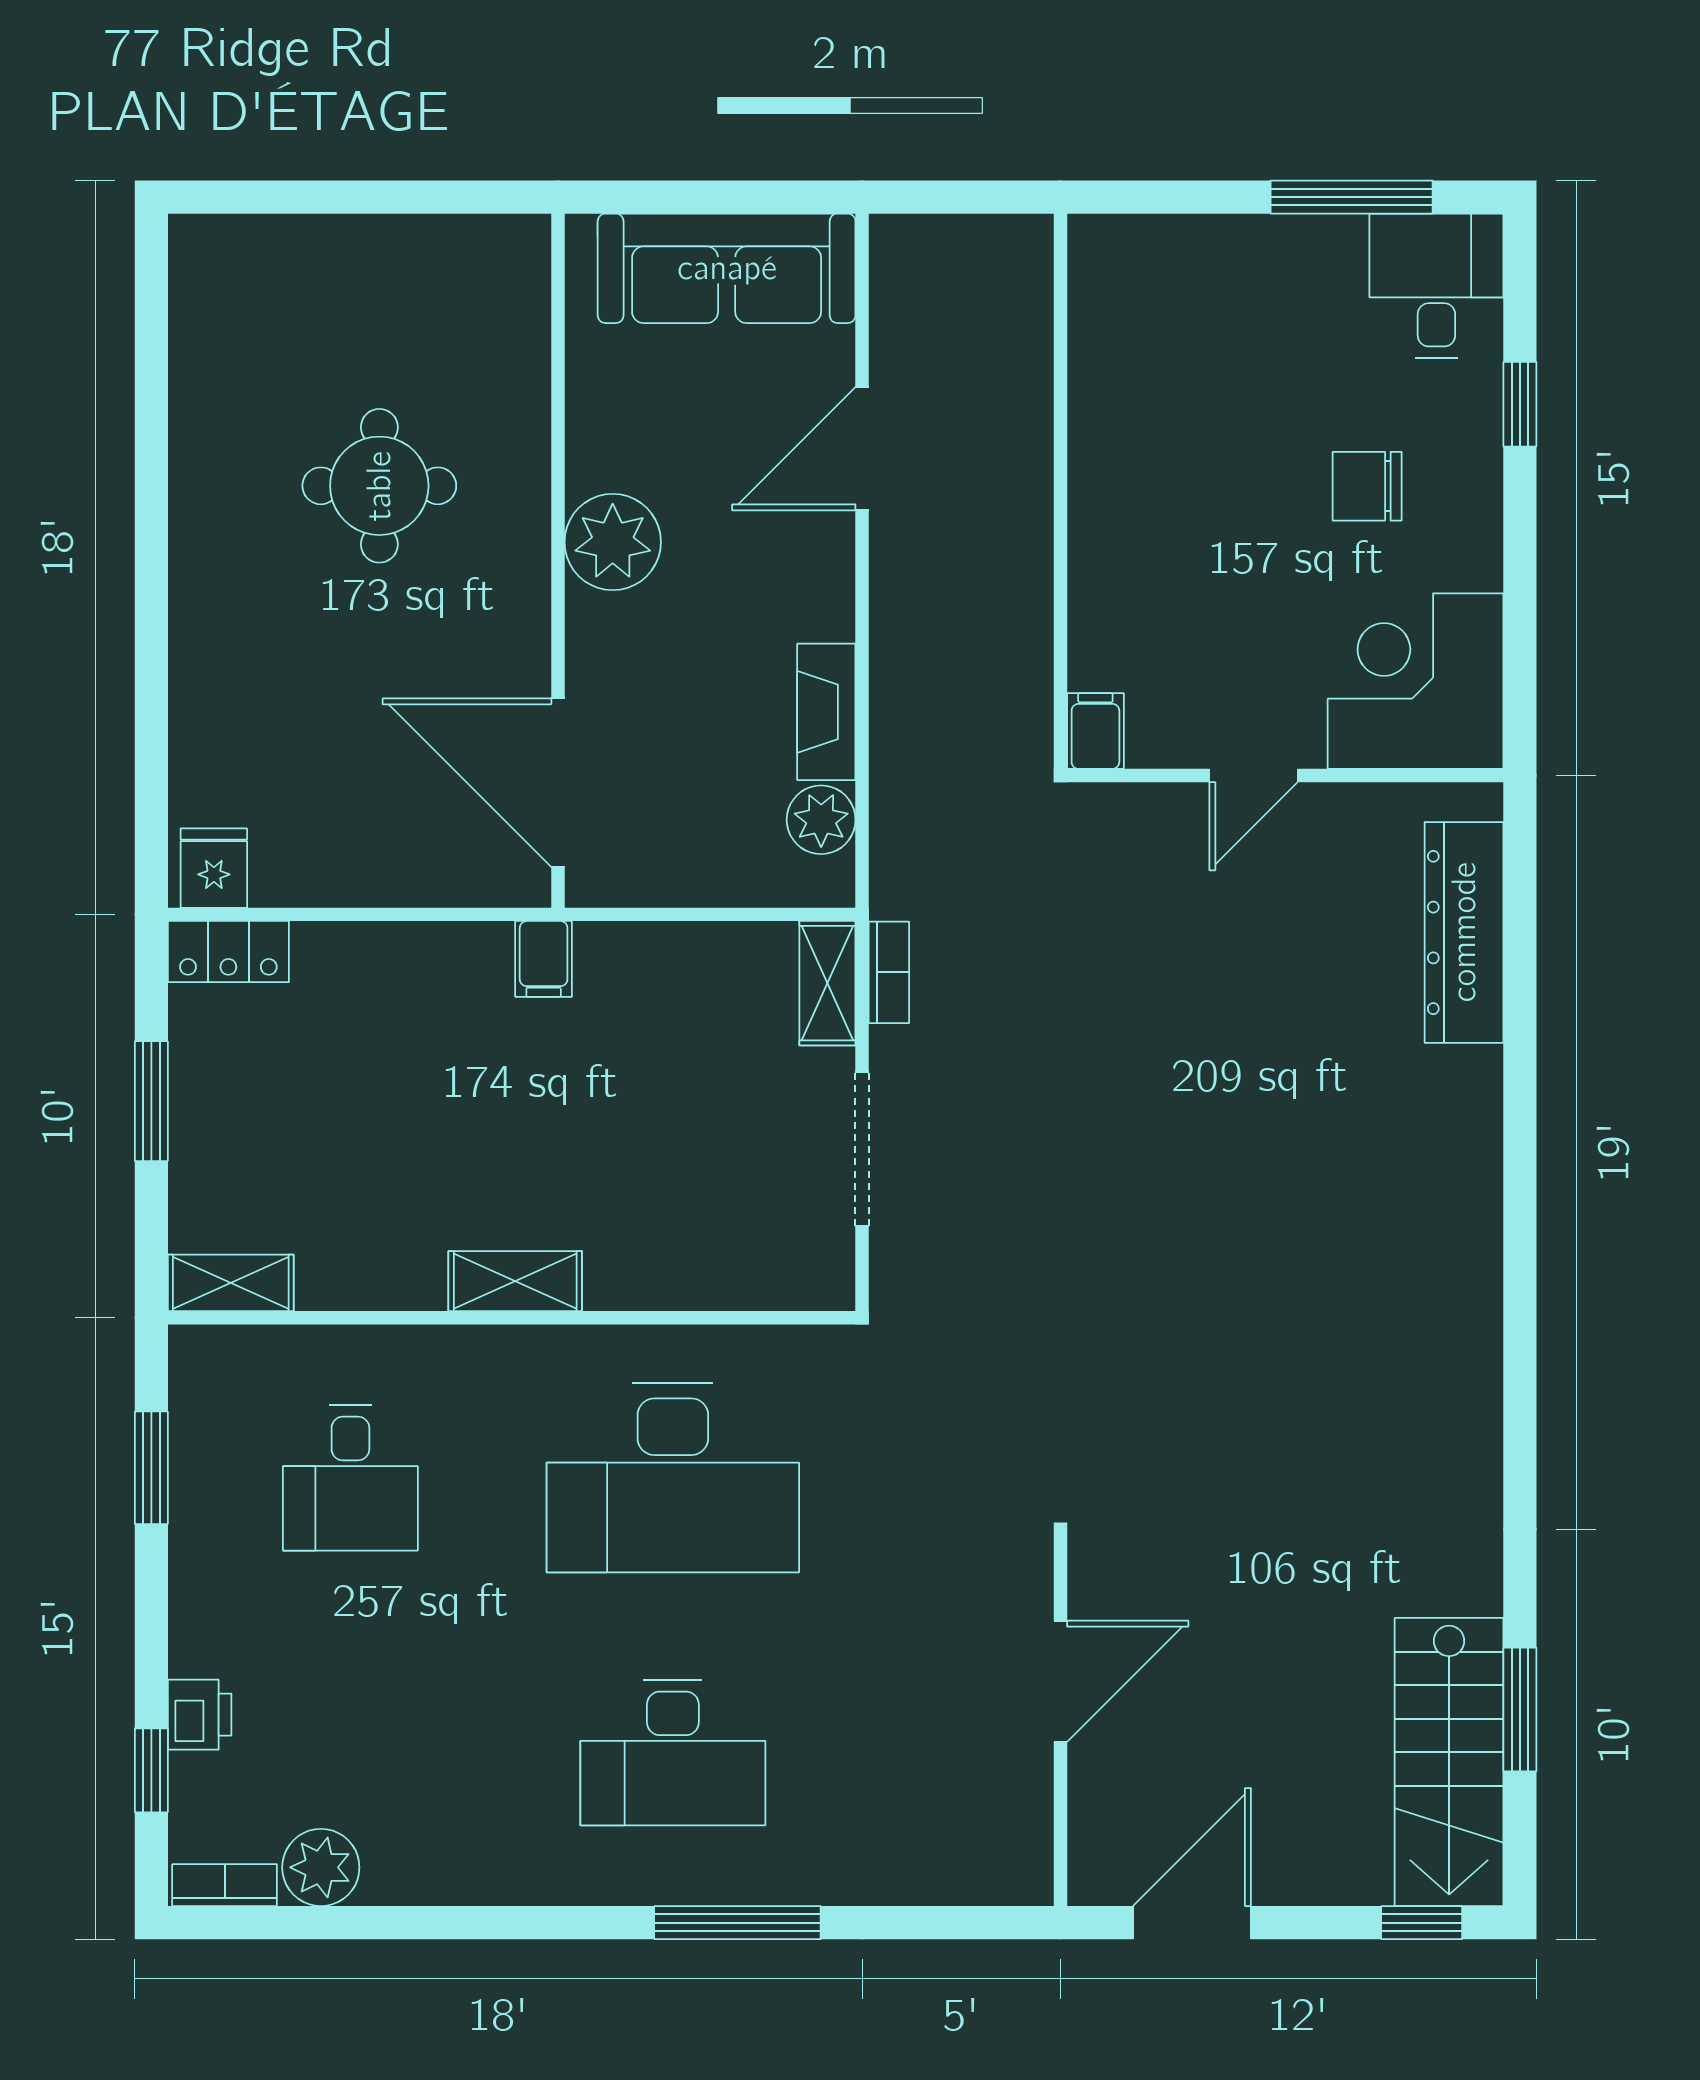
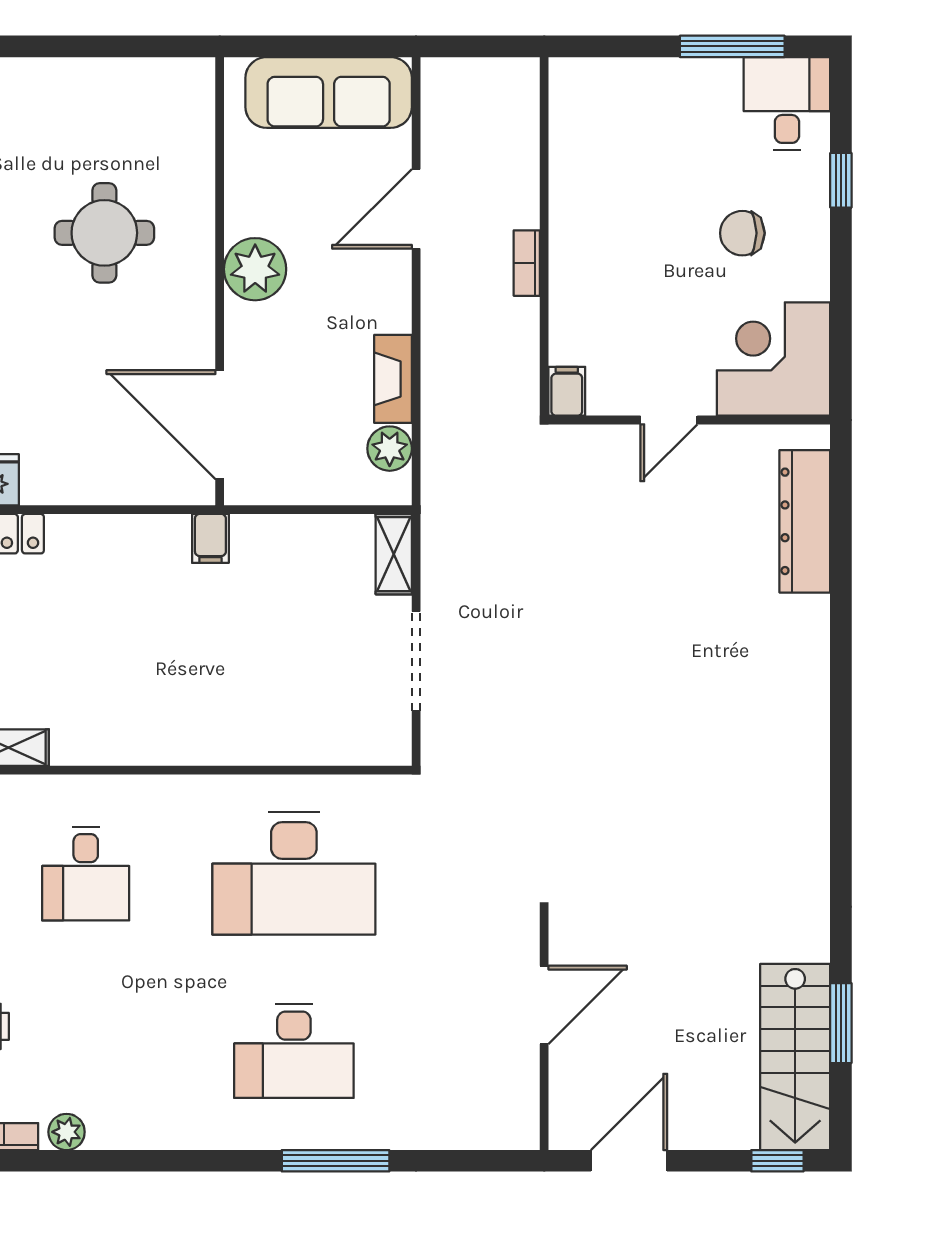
bookcase: (889, 972) -> (527, 263), moved, turned 180
shelving: (515, 1281) -> (192, 746), removed
plant: (321, 1867) -> (67, 1132), width x0.73, depth x0.73

